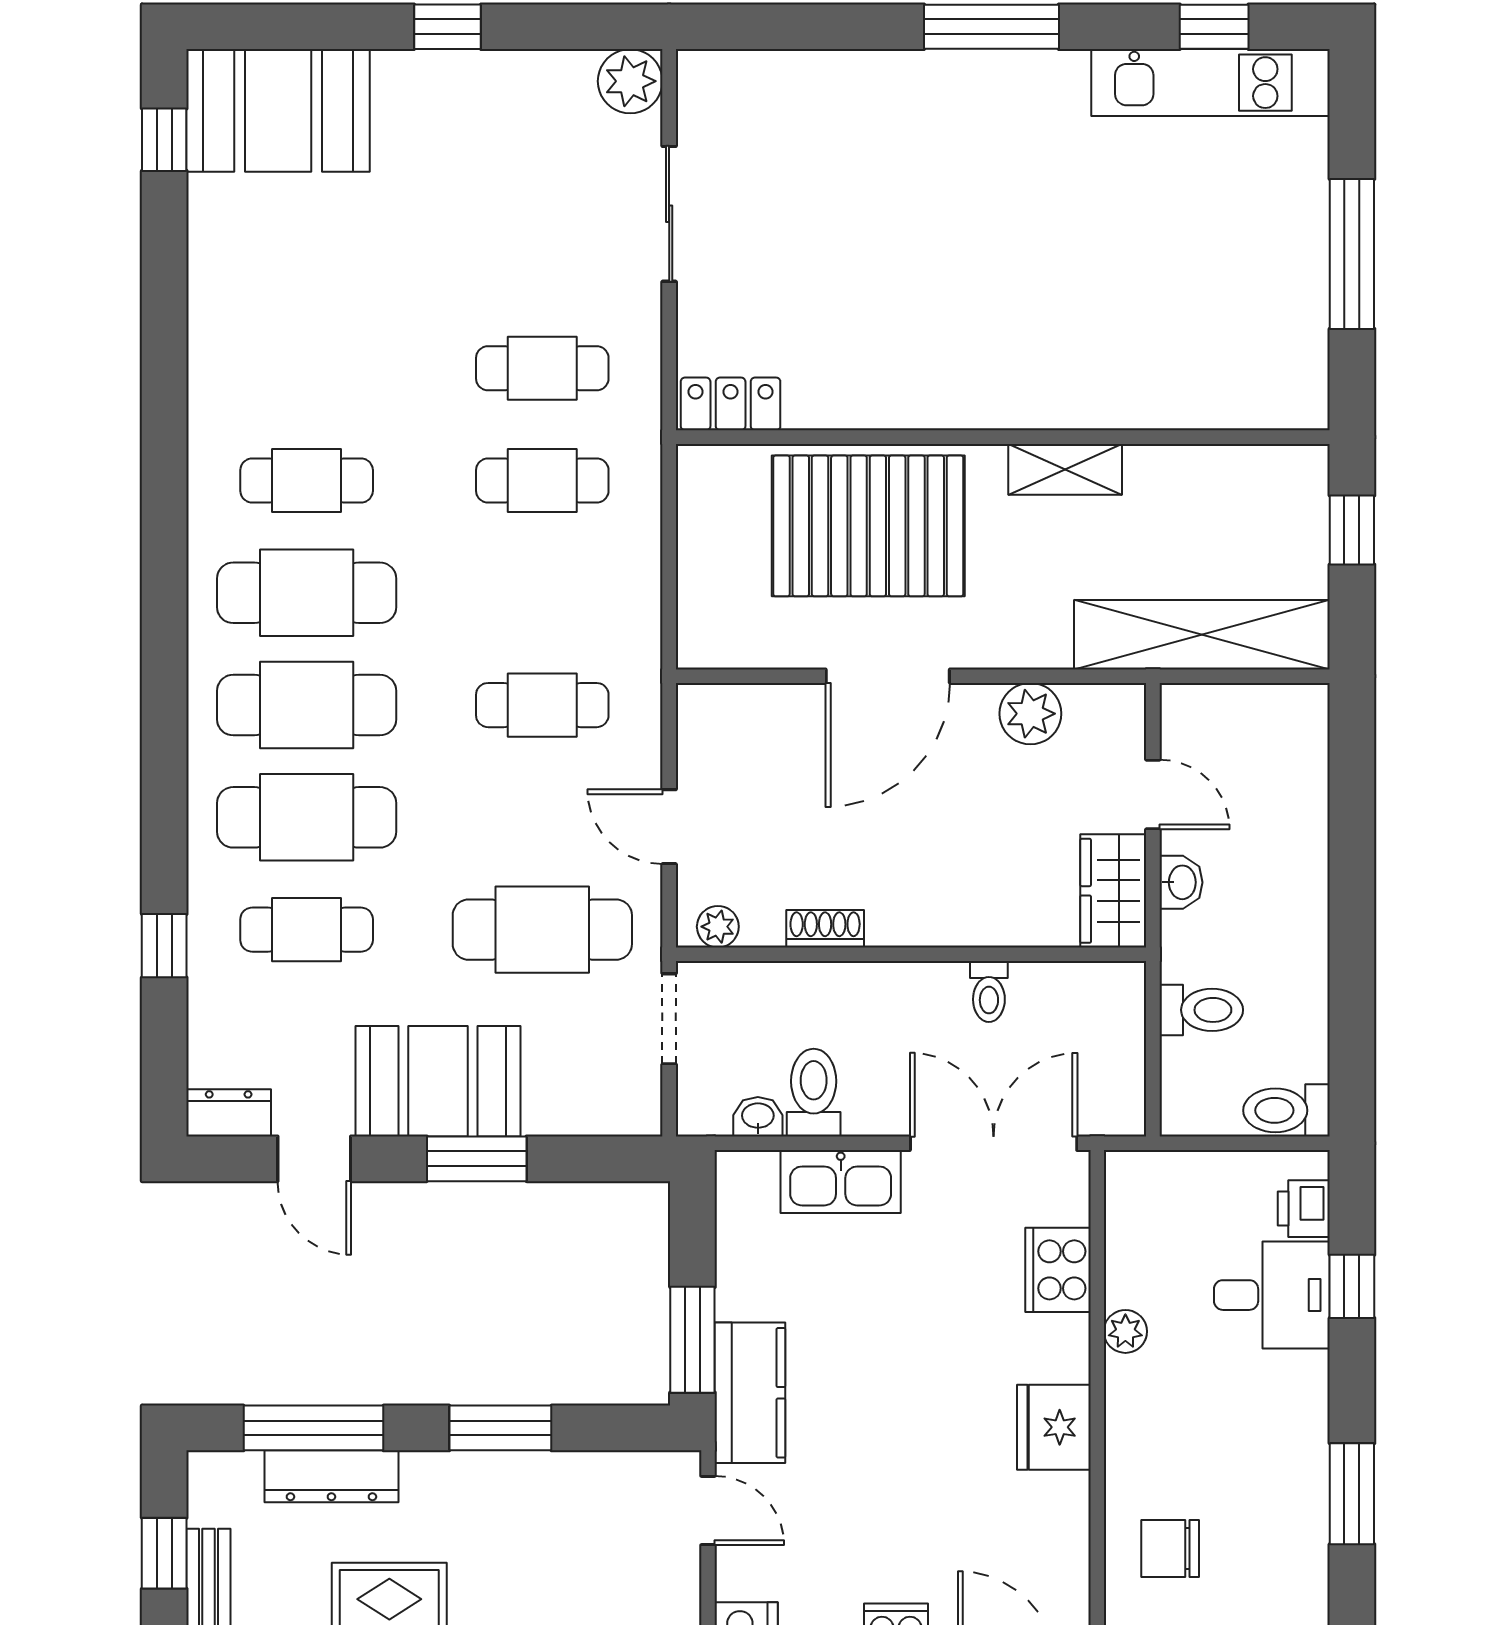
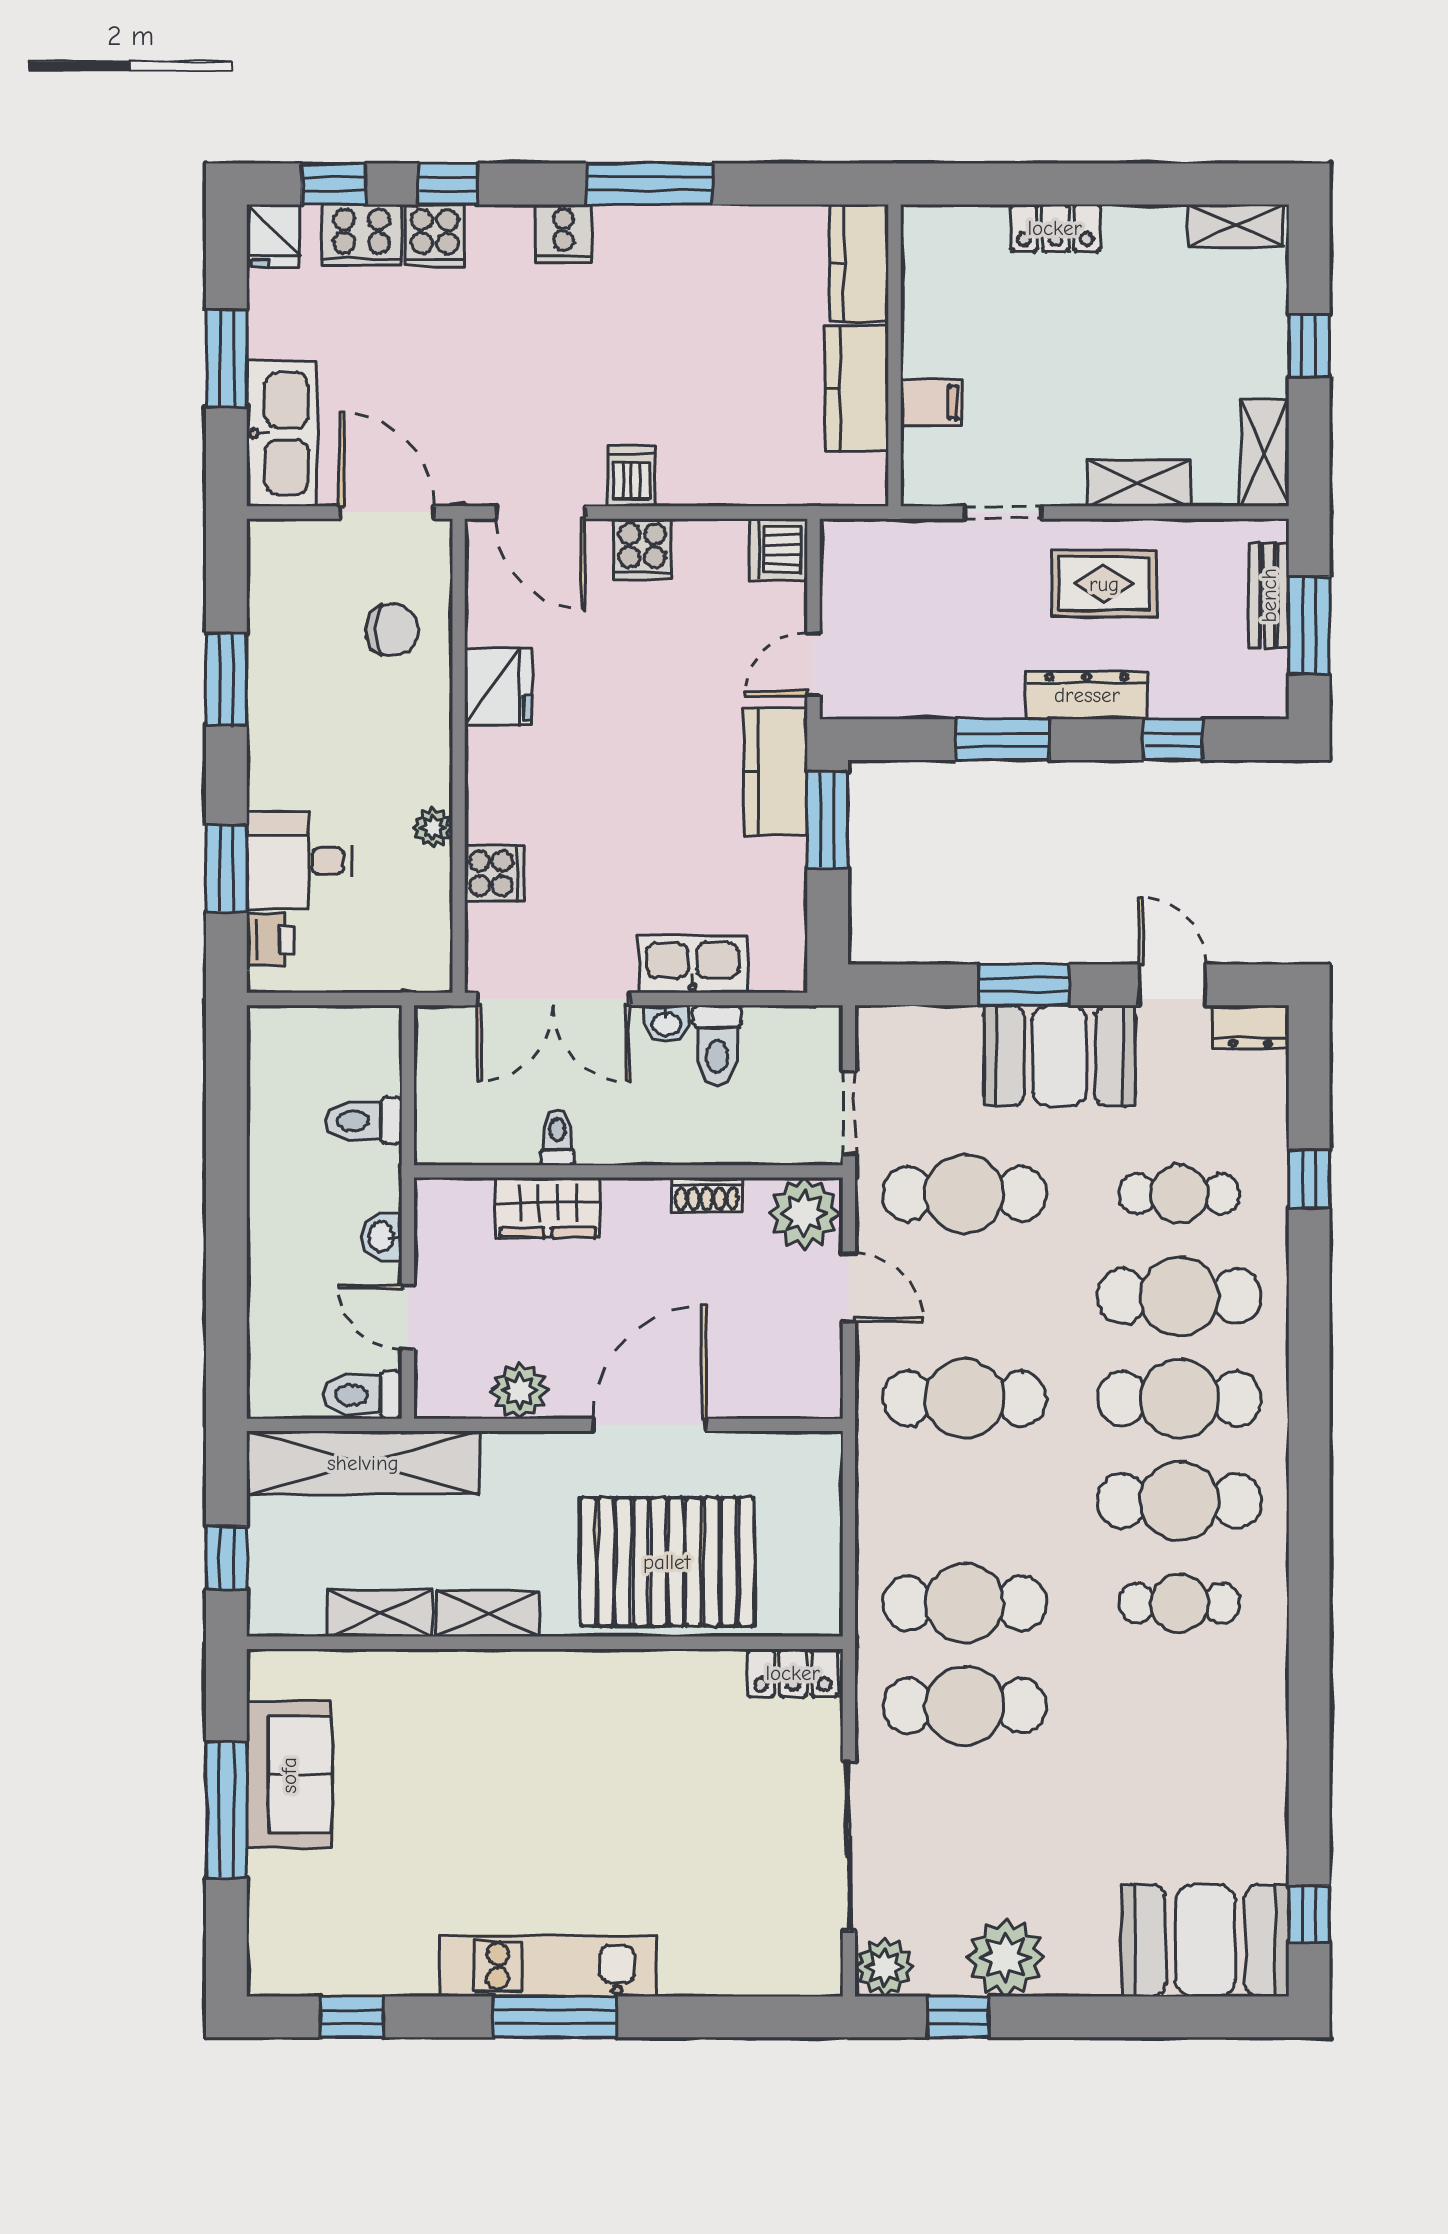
window: (447, 27) -> (958, 2017), moved
kitchen unit: (1210, 83) -> (548, 1966), moved
plant: (497, 92) -> (1005, 1958), added
sliding door: (669, 214) -> (849, 1846), width x1.37
sofa: (1283, 293) -> (289, 1775), added
cafe table: (542, 368) -> (965, 1706), width x1.37, depth x1.35
shelving: (1184, 470) -> (380, 1613), added
cafe table: (542, 481) -> (965, 1603), width x1.37, depth x1.35
cafe table: (542, 705) -> (965, 1399), width x1.37, depth x1.35
wardrobe: (1113, 891) -> (548, 1207), moved, turned 90
plant: (718, 927) -> (804, 1213), width x1.88, depth x1.88
toilet: (1286, 1110) -> (362, 1395), moved, turned 180
washbasin: (758, 1117) -> (666, 1023), moved
cooker: (1058, 1270) -> (494, 873), width x0.73
window: (1352, 1286) -> (226, 869), width x1.50
fridge: (1054, 1427) -> (498, 687), moved
window: (314, 1428) -> (1173, 740), width x0.46
dresser: (331, 1476) -> (1087, 695), moved
door: (708, 1511) -> (813, 664), hinge flipped
window: (164, 1553) -> (1309, 625), width x1.50

